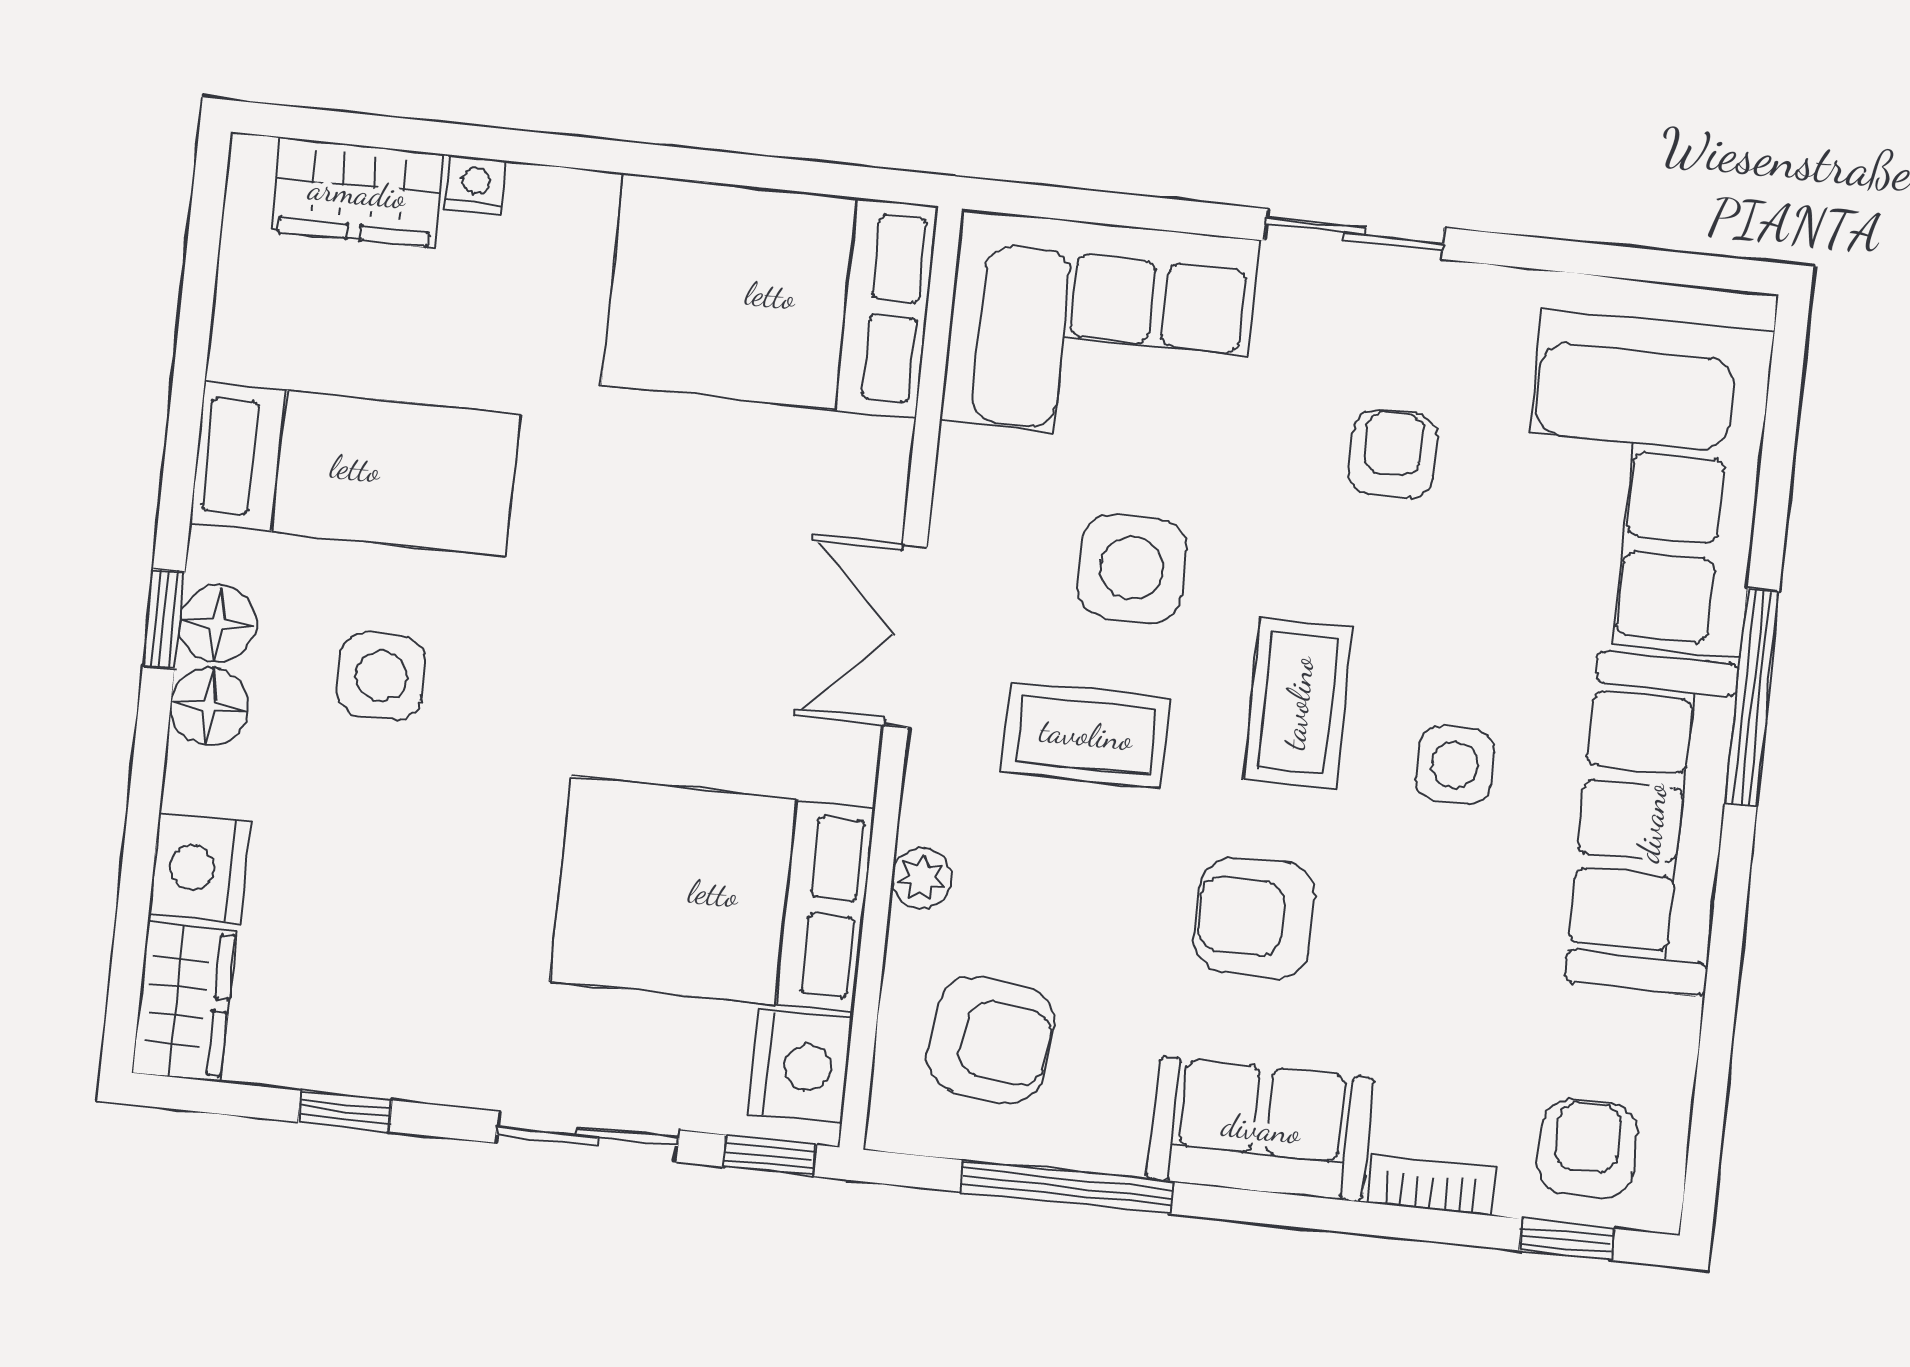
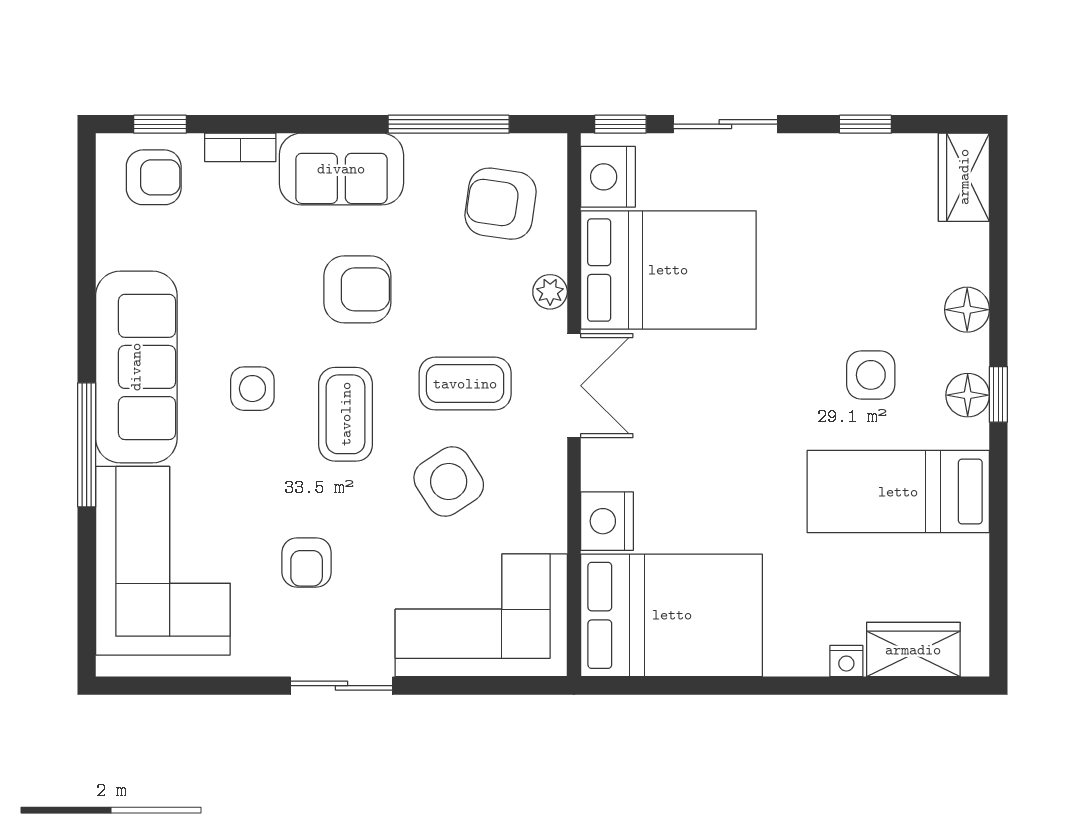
side table: (1132, 568) -> (449, 481), turned -33
double door: (905, 636) -> (574, 386), moved
floor lamp: (210, 706) -> (967, 310), moved
nightstand: (199, 868) -> (607, 521), moved, turned 180
armchair: (1587, 1149) -> (154, 177), turned -90

